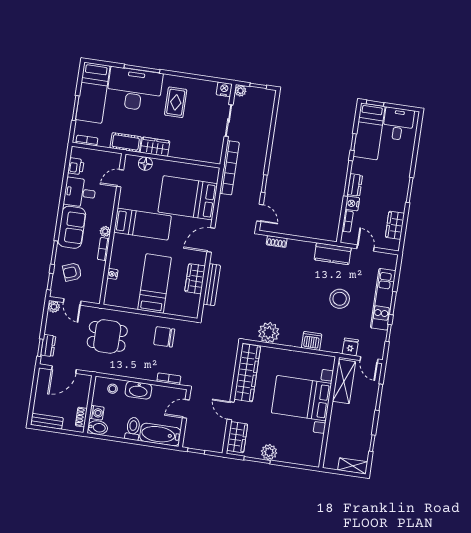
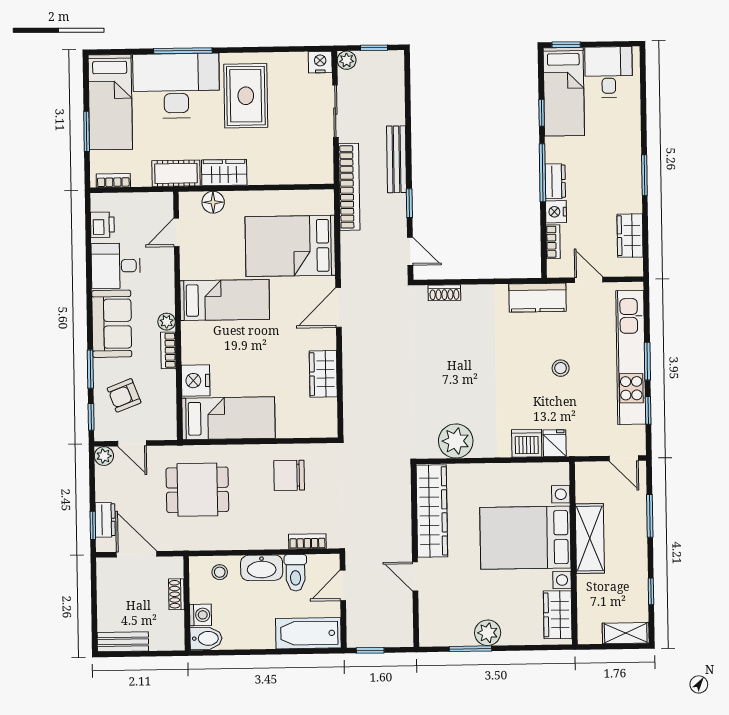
rug: (176, 102) -> (246, 96), width x1.36, depth x1.43
nightstand: (113, 274) -> (196, 381), width x1.89, depth x1.79
bed: (155, 284) -> (228, 418), moved, turned 90
bench: (212, 285) -> (397, 159), moved
stool: (340, 299) -> (561, 368), width x0.53, depth x0.53
kitchen unit: (383, 299) -> (631, 357), width x1.36
fridge: (350, 347) -> (555, 443), moved
door: (64, 370) -> (137, 554), swing flipped
shelving: (344, 381) -> (590, 538), moved
shoe rack: (81, 417) -> (176, 594), moved
toilet: (133, 429) -> (295, 573), moved, turned 180
wardrobe: (237, 437) -> (558, 615), moved, turned 180

